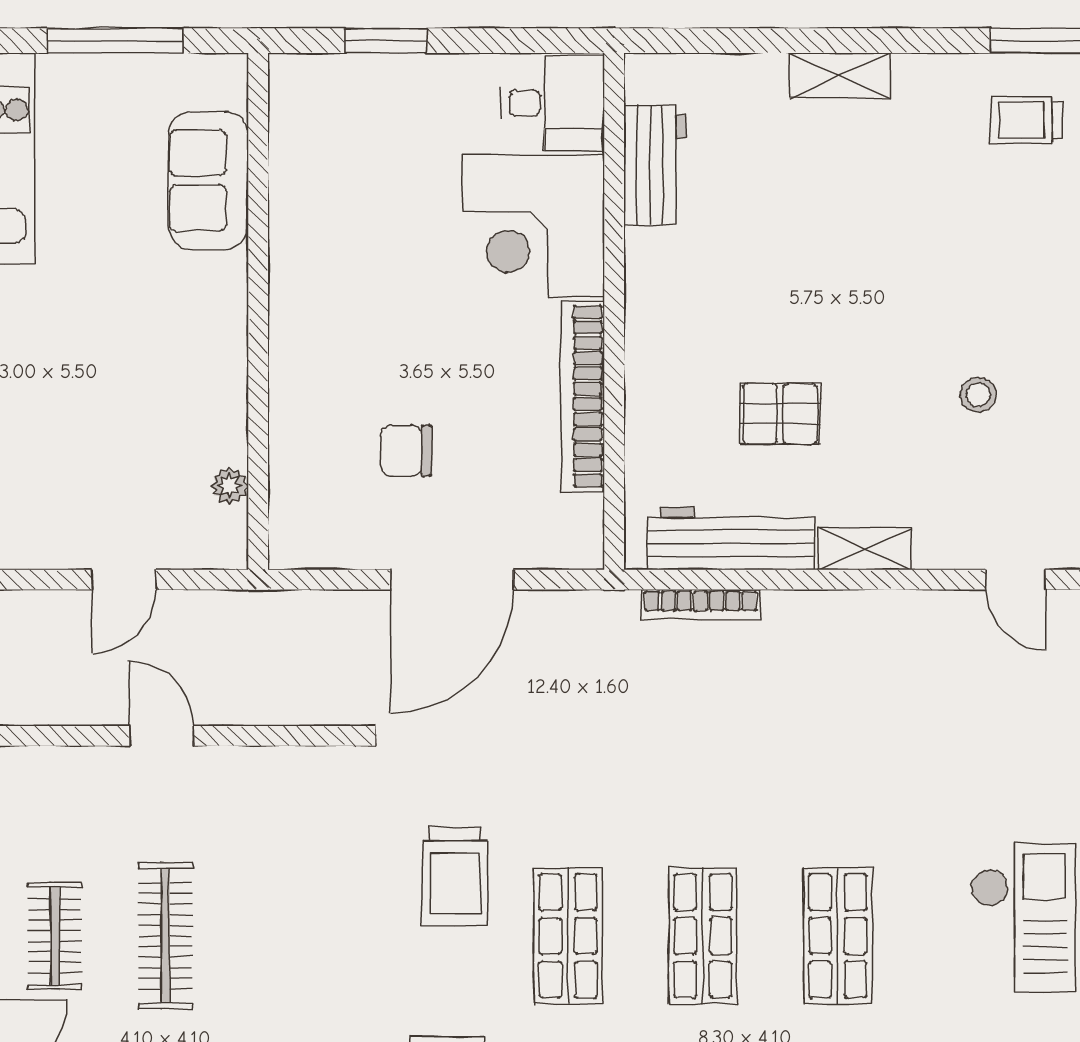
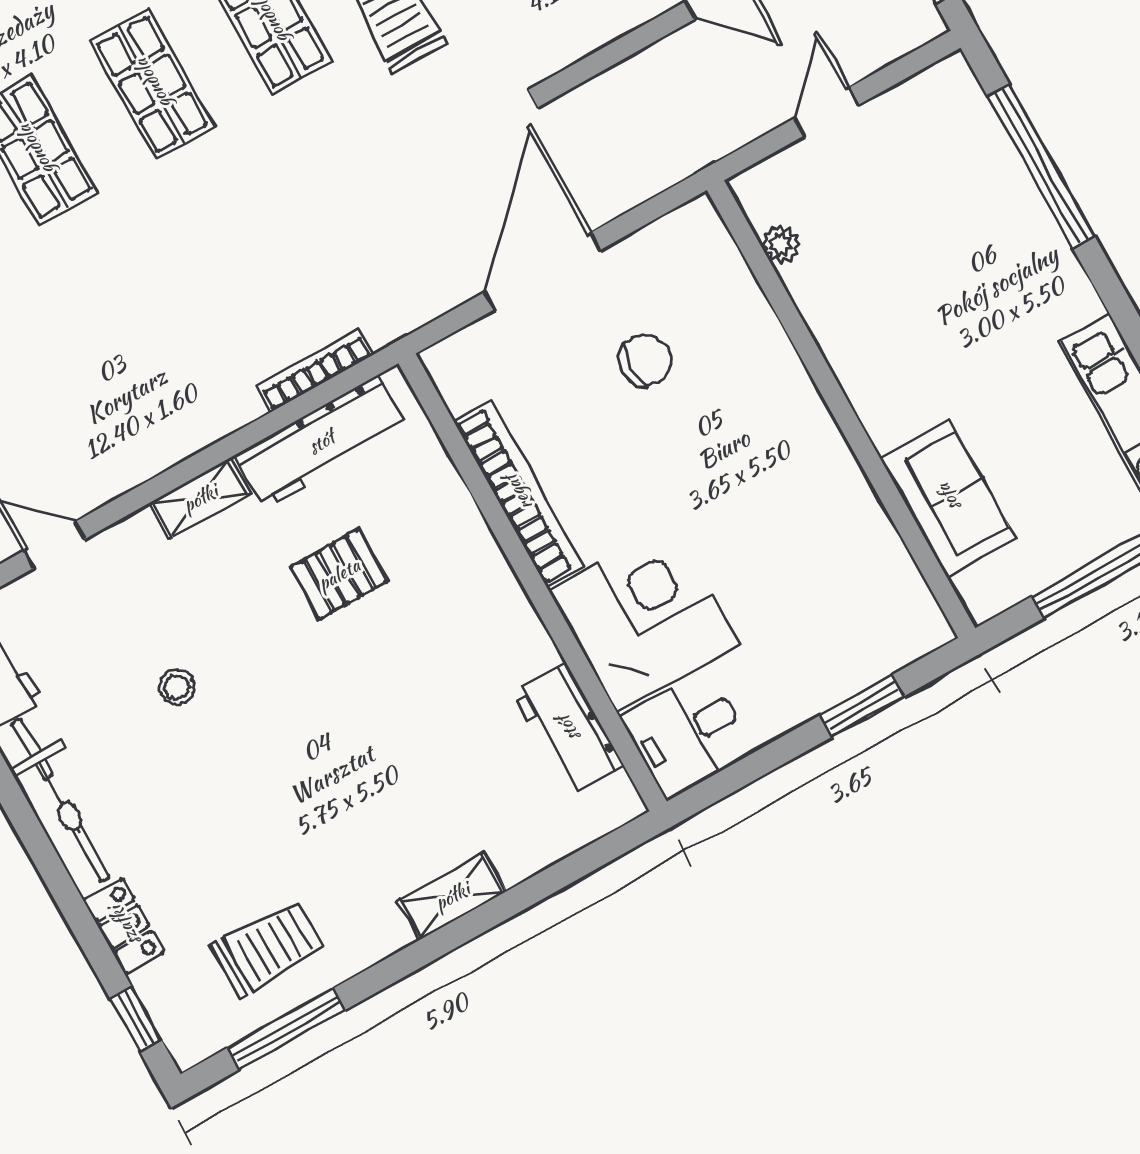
trolley: (1027, 120) -> (268, 948), width x1.36, depth x1.39

